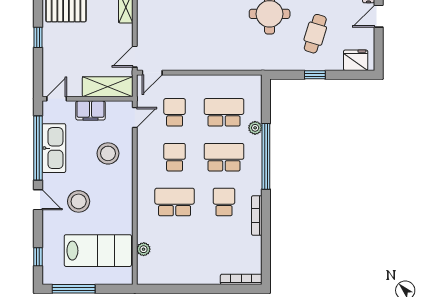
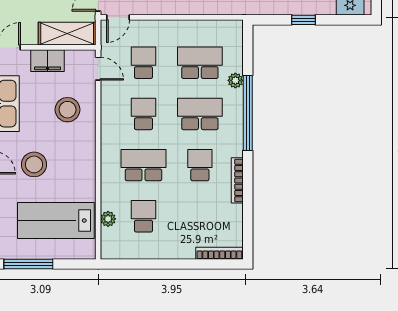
door: (135, 117) -> (98, 69), hinge flipped
school desk: (175, 247) -> (143, 216), added
lab bench: (98, 251) -> (56, 220), turned 180

